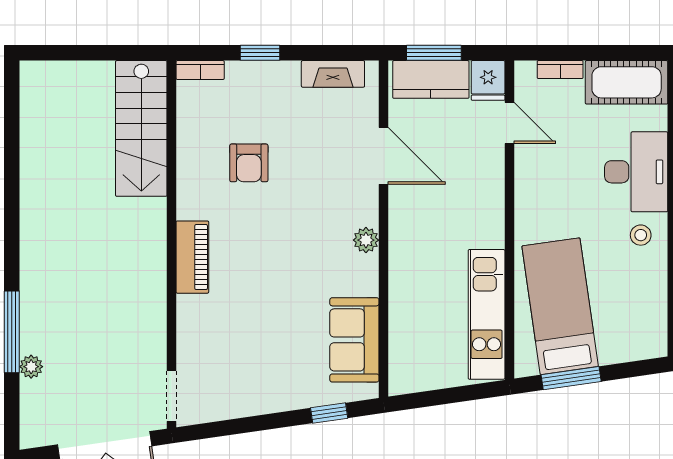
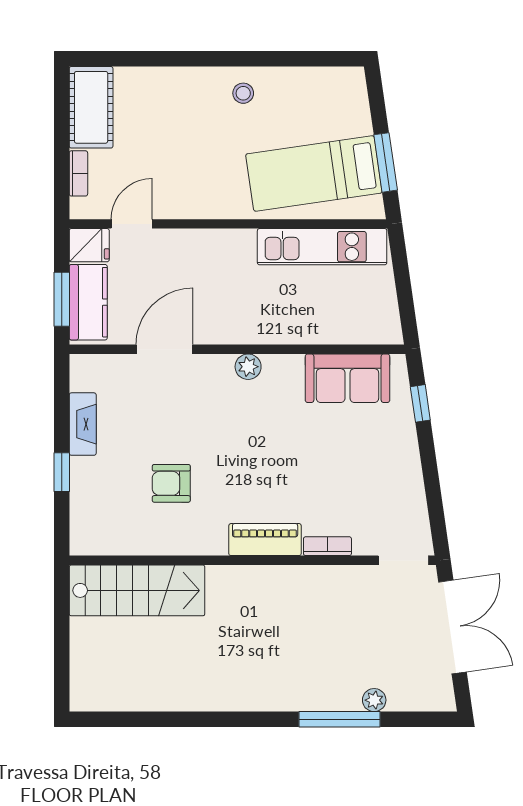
bookcase: (200, 70) -> (327, 546), moved, turned -90
fireplace: (333, 74) -> (83, 424), moved
armchair: (249, 163) -> (171, 483), turned 180
desk: (636, 172) -> (180, 98), removed

